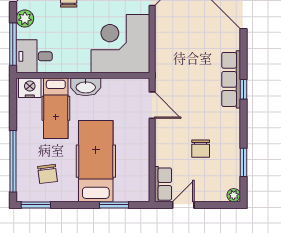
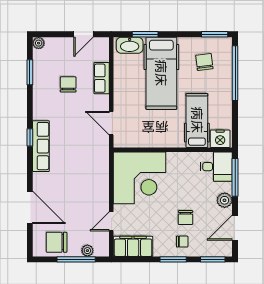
washbasin: (86, 87) -> (130, 45), moved, turned 180
row of seats: (163, 184) -> (102, 78), moved

